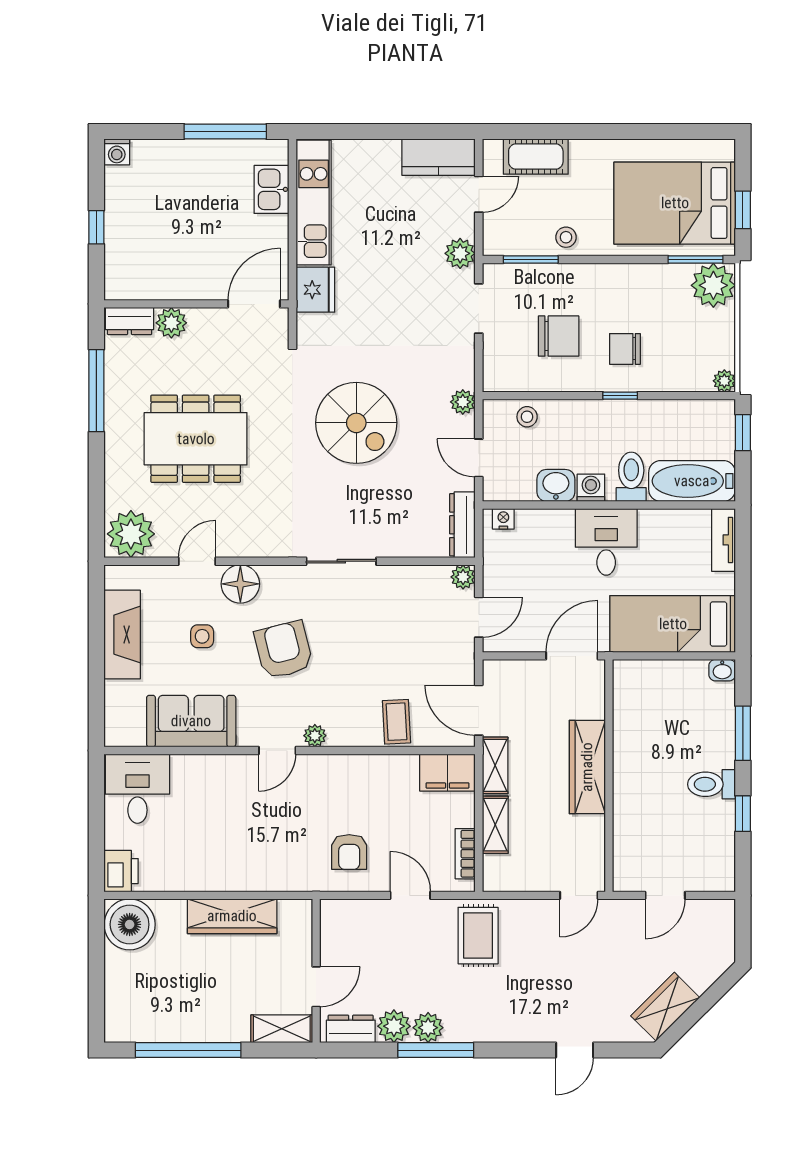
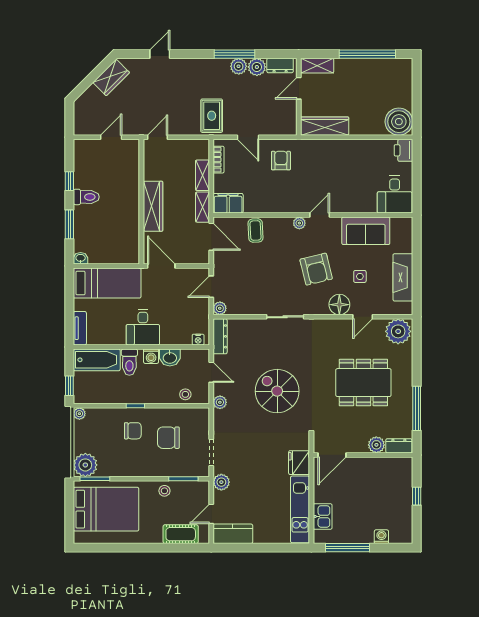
washing machine: (117, 152) -> (381, 537), moved
window: (743, 210) -> (69, 505), removed
door: (572, 656) -> (161, 266), swing flipped
wardrobe: (232, 916) -> (325, 126), moved

